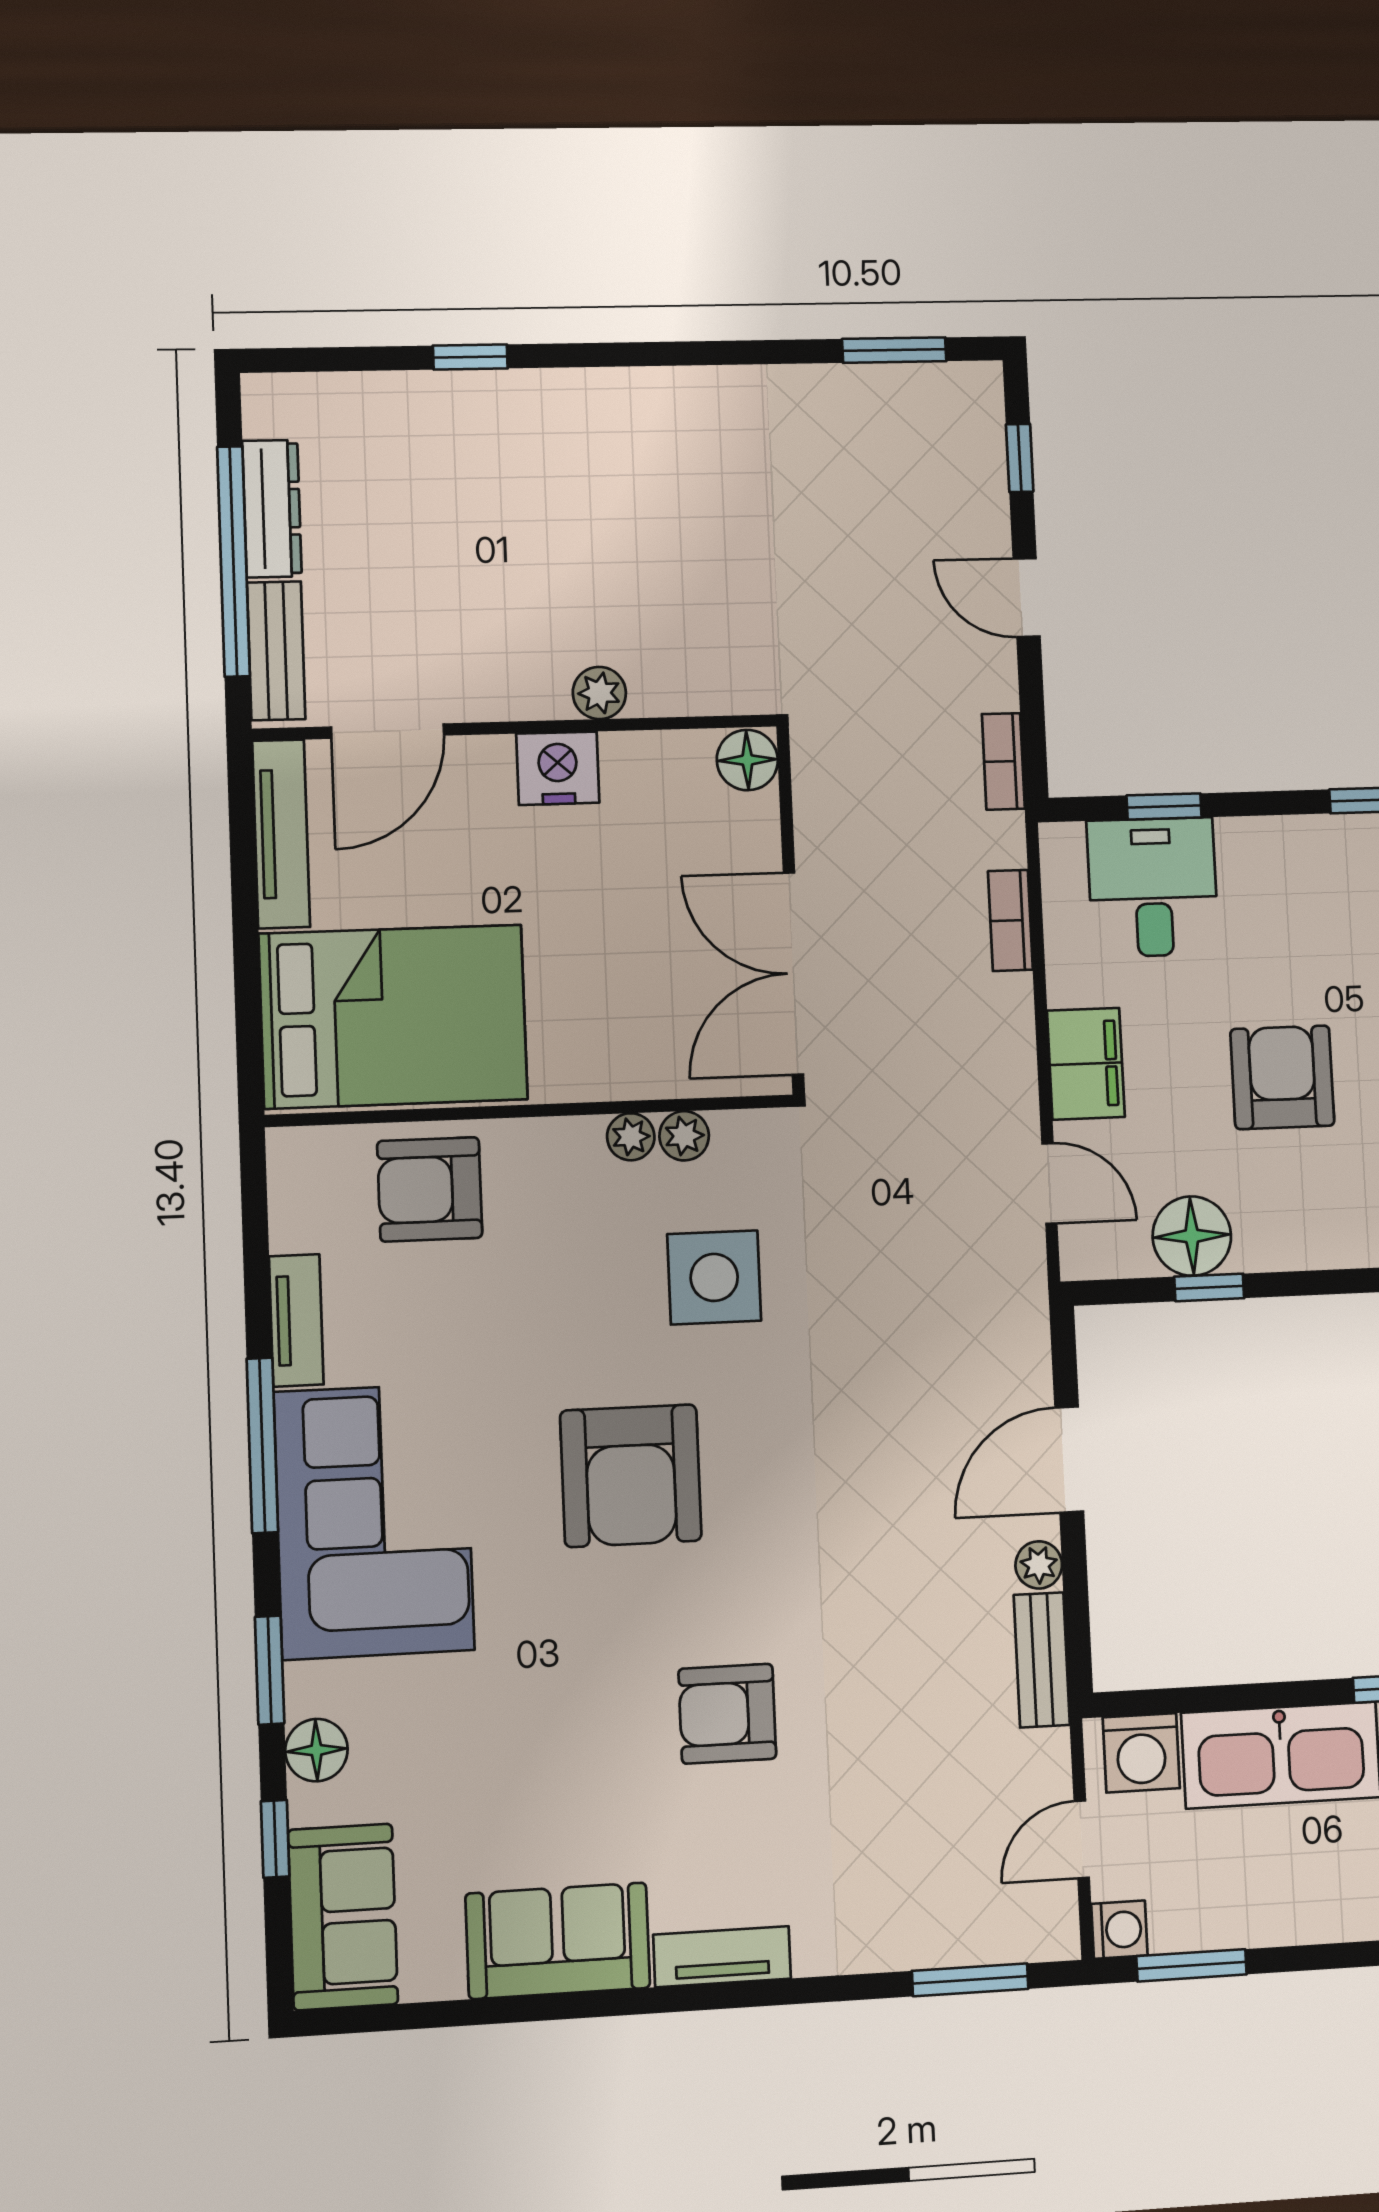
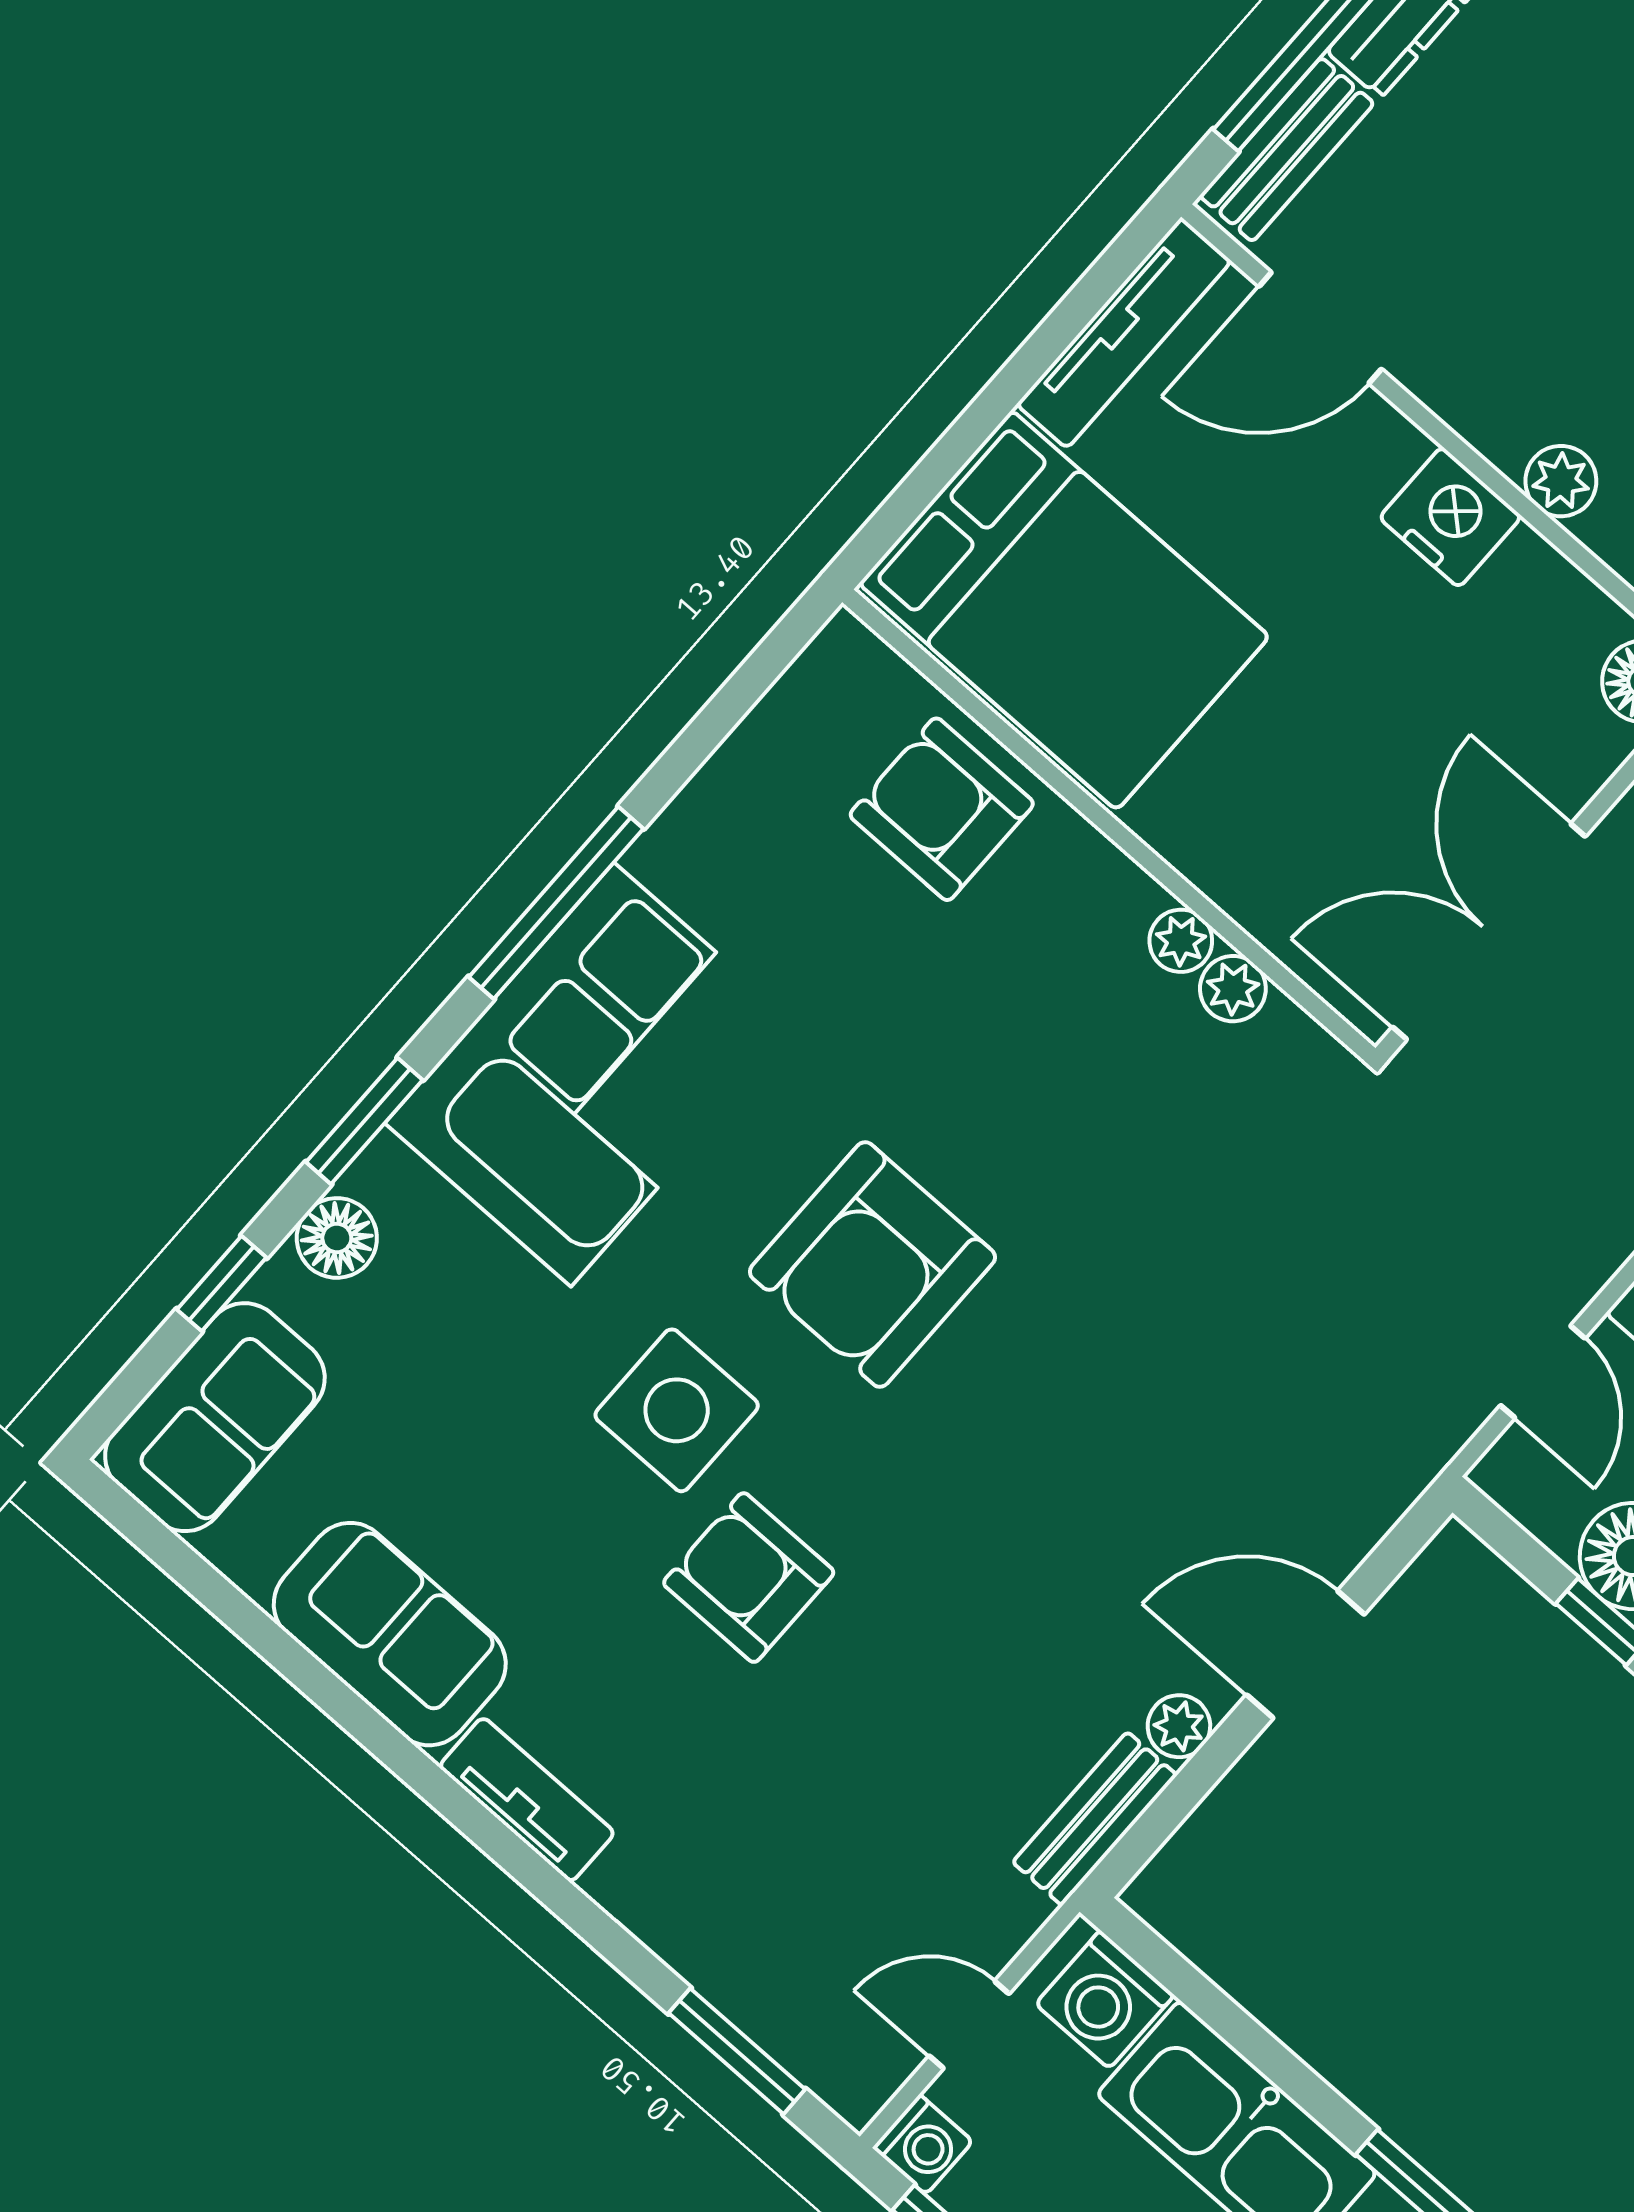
side table: (714, 1277) -> (677, 1410), moved
tv unit: (296, 1320) -> (699, 815), removed

